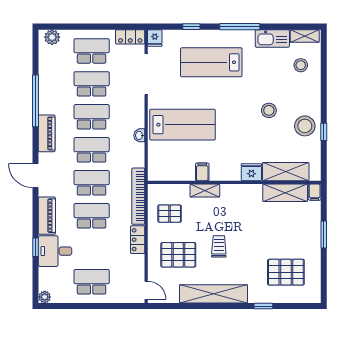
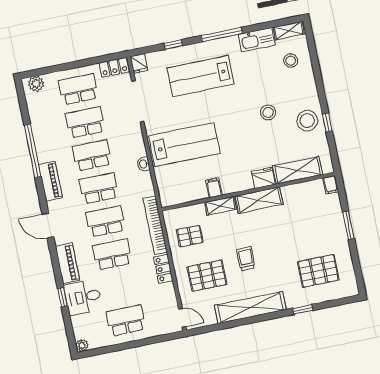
shelving: (285, 193) -> (259, 200), moved

